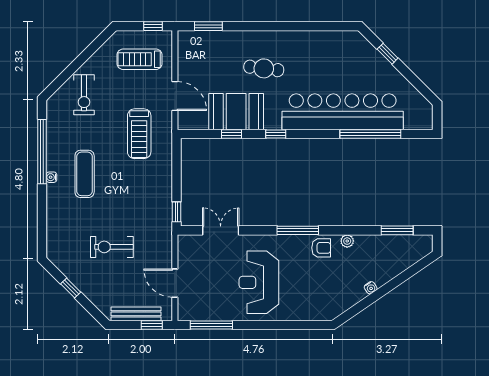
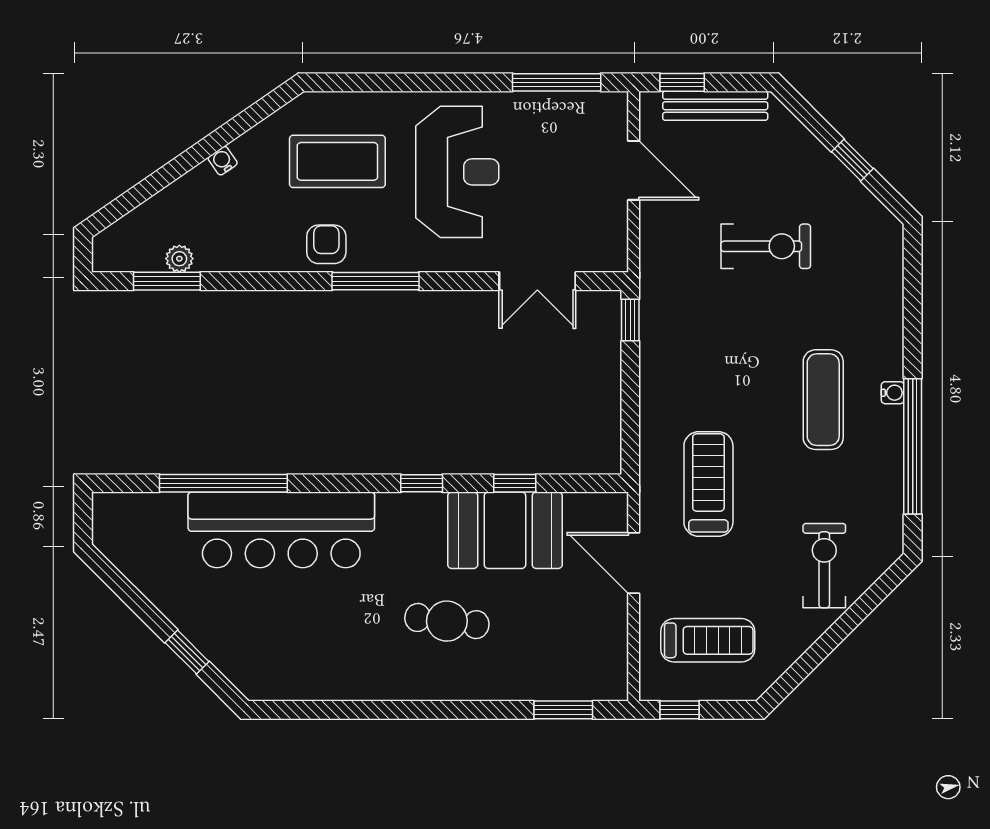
bar counter: (343, 112) -> (281, 530), width x0.73
plant: (347, 241) -> (179, 259), moved
armchair: (321, 248) -> (326, 244), turned 90
coffee table: (316, 287) -> (337, 161), added

